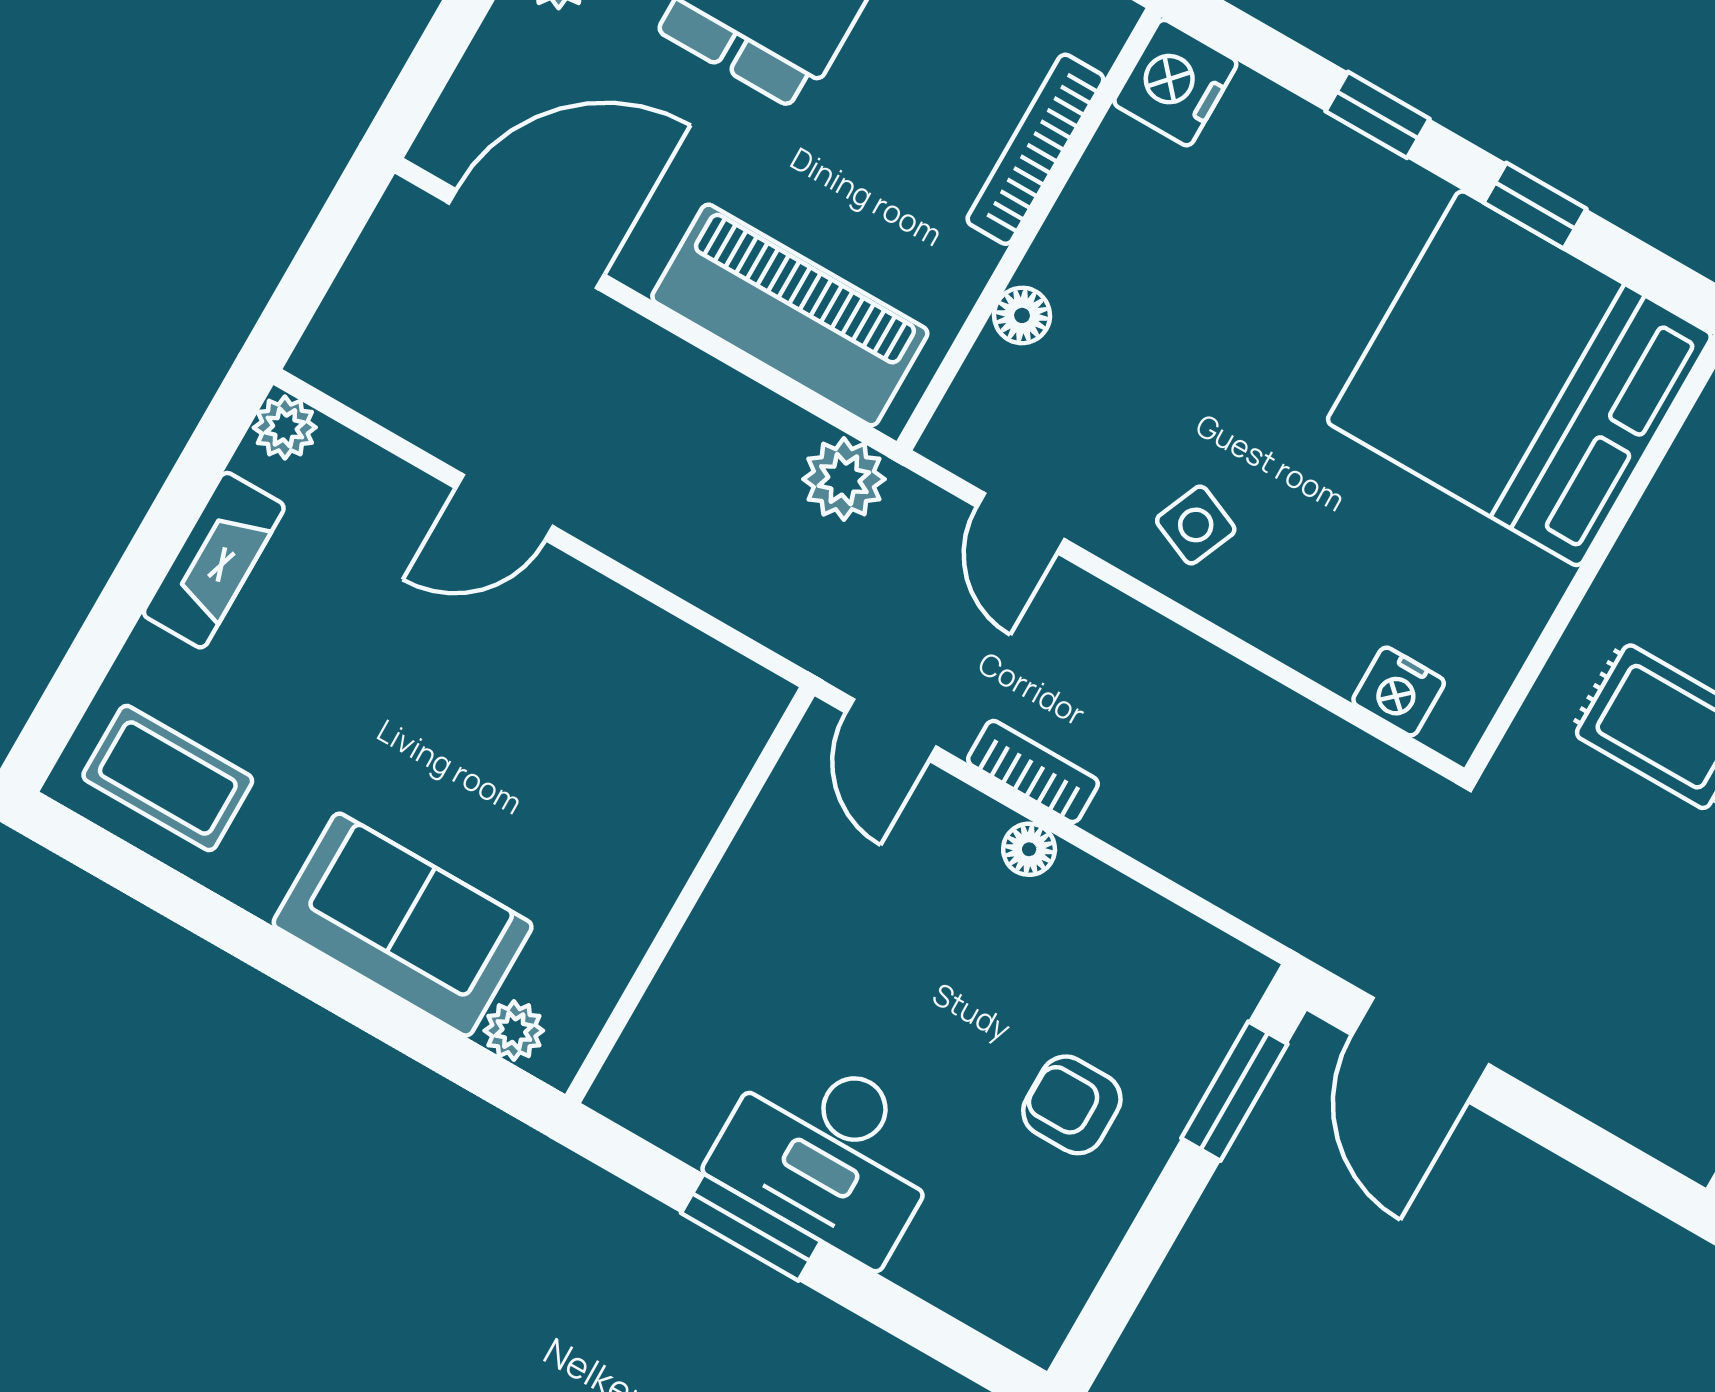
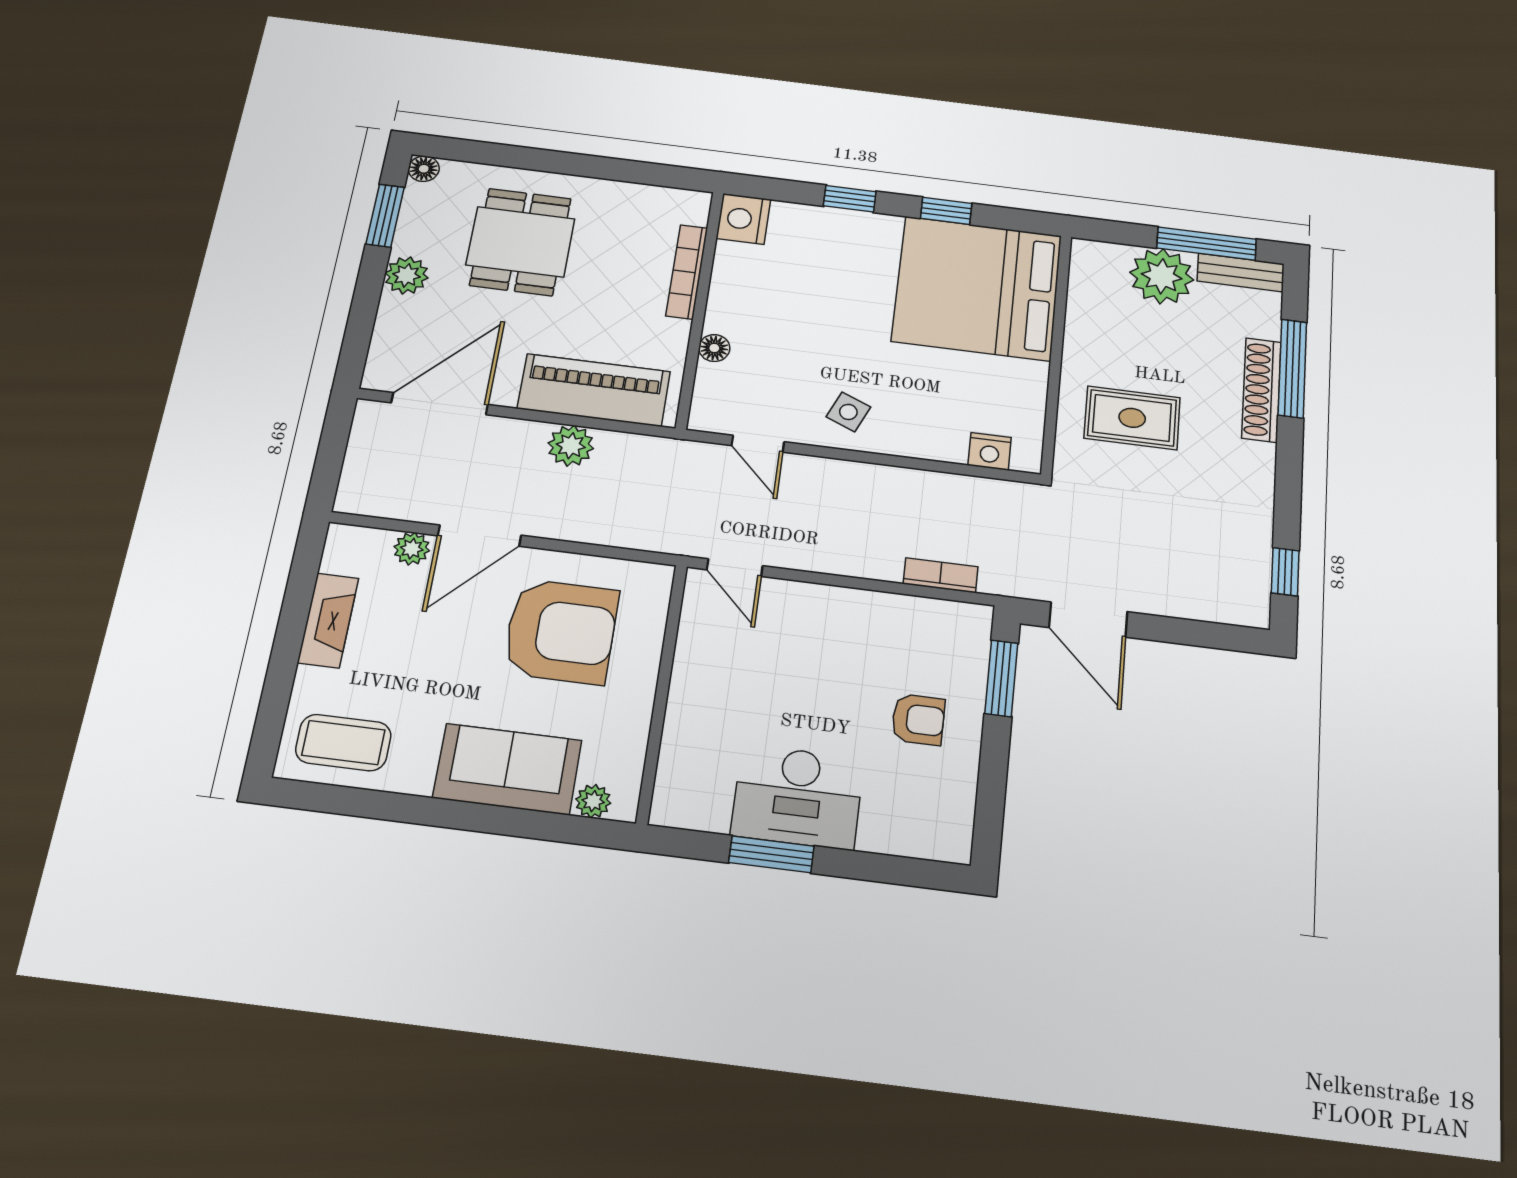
plant: (285, 427) -> (412, 549), moved
plant: (844, 479) -> (571, 446), moved
door: (504, 507) -> (479, 536), width x1.38
armchair: (571, 728) -> (561, 631), added
bookcase: (1033, 772) -> (941, 575), moved
floor lamp: (1029, 849) -> (835, 599), removed
armchair: (1072, 1105) -> (918, 719), turned 180

